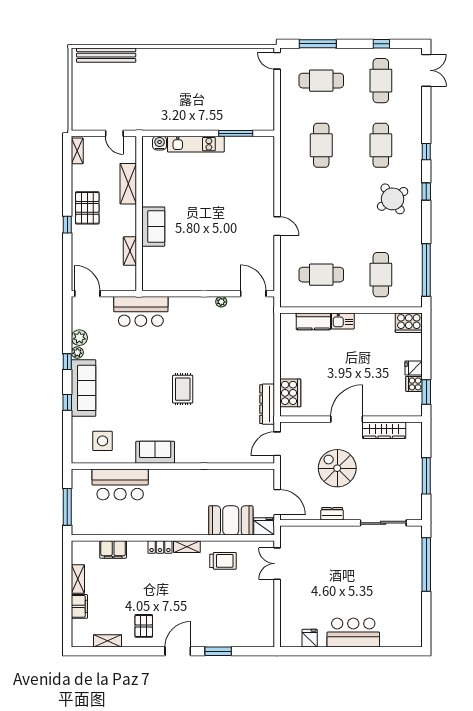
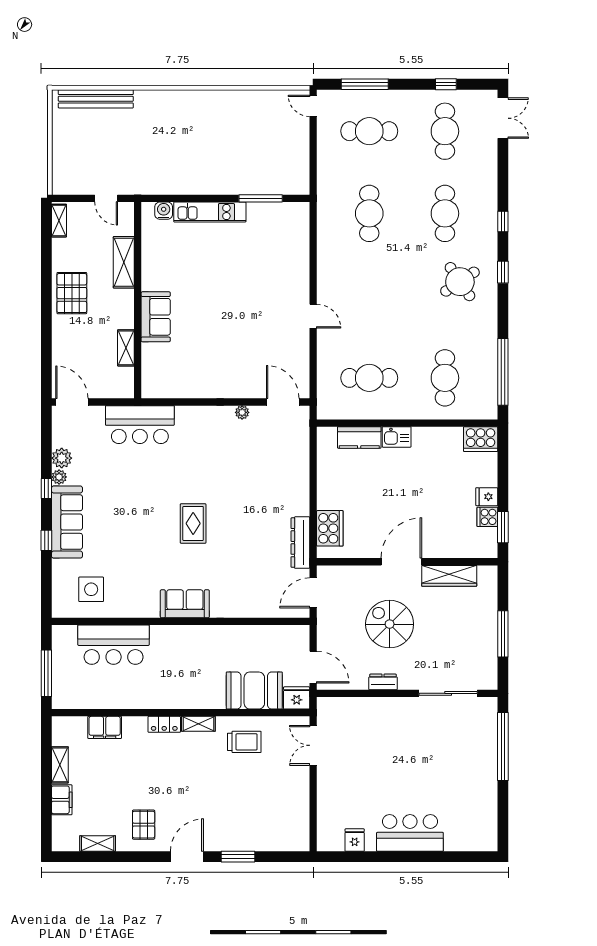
window: (67, 225) -> (46, 314), removed
sofa: (155, 452) -> (185, 604), moved

